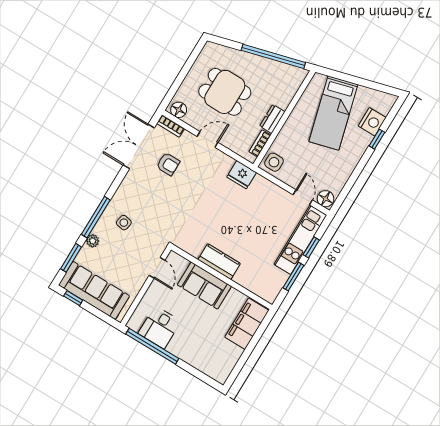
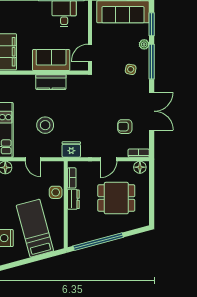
double door: (139, 146) -> (152, 111), moved
side table: (274, 162) -> (56, 192), moved
door: (303, 197) -> (33, 159), moved
stool: (254, 219) -> (45, 125), added
door: (157, 268) -> (90, 53), hinge flipped

